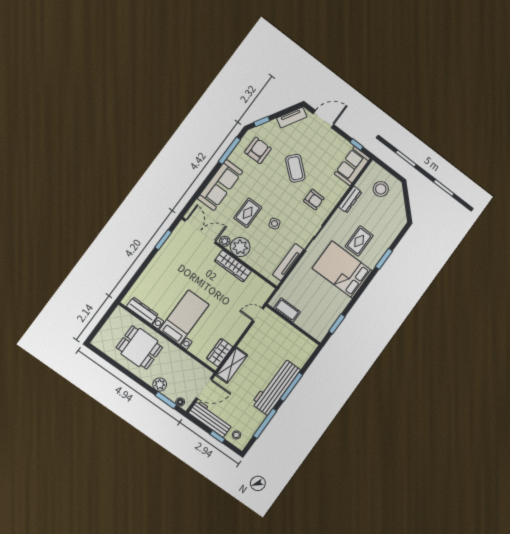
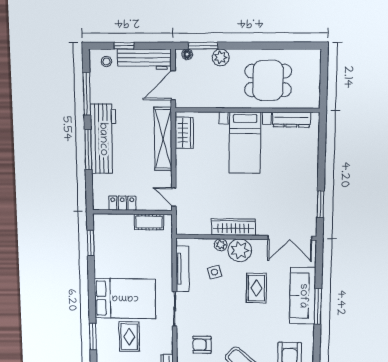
window: (229, 151) -> (318, 306), moved
side table: (275, 224) -> (214, 272), moved
plant: (225, 241) -> (221, 245), moved
door: (258, 315) -> (174, 197), swing flipped
locker: (295, 335) -> (122, 203), added
shelving: (232, 365) -> (163, 139), width x1.47

